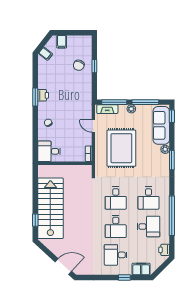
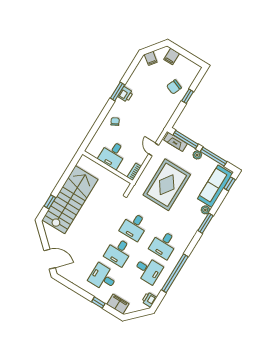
desk: (49, 151) -> (113, 155), moved, turned -90

